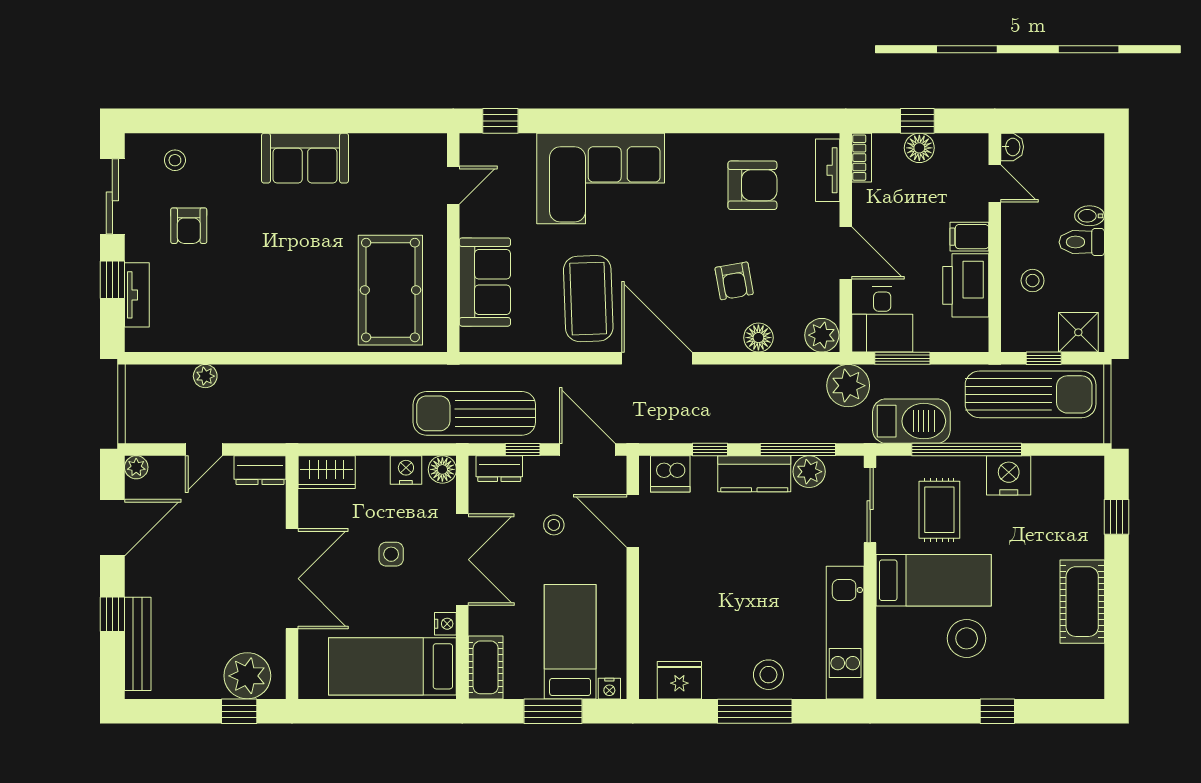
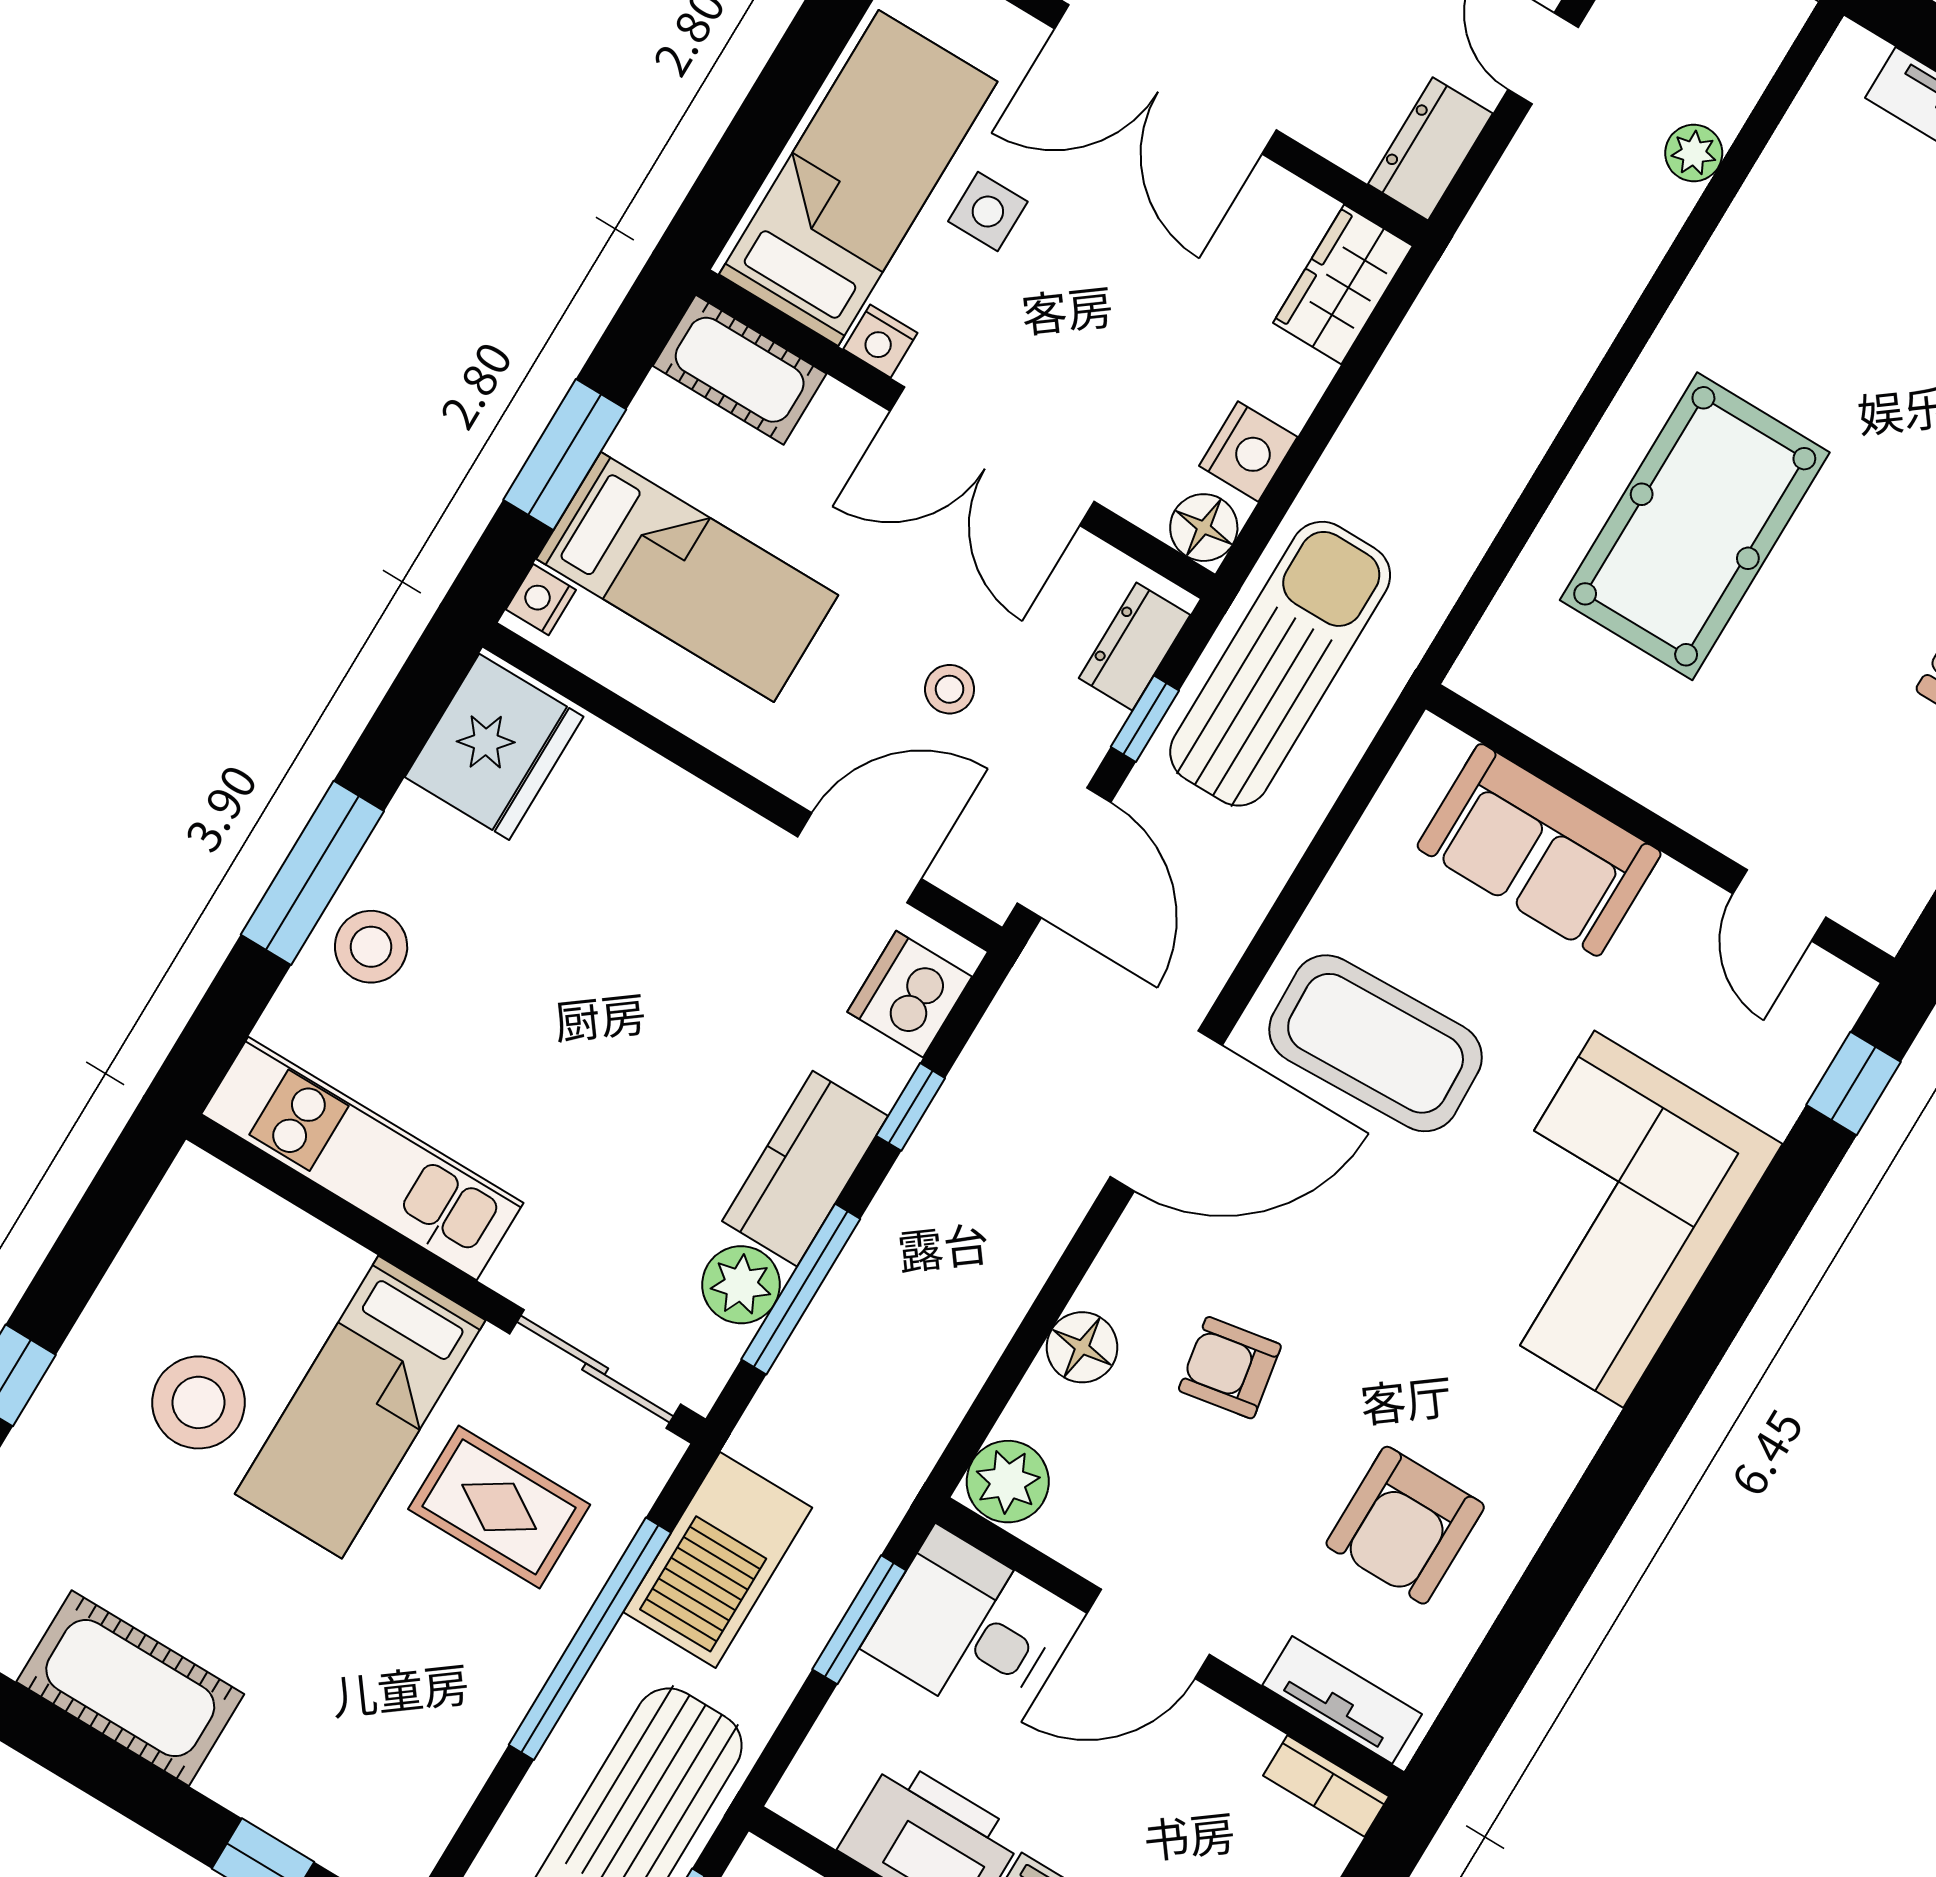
pool table: (390, 290) -> (1695, 526), moved, turned 90
plant: (848, 386) -> (870, 1473), removed
door: (587, 450) -> (1064, 853), hinge flipped
nightstand: (1009, 475) -> (484, 1694), removed
side table: (391, 554) -> (988, 212), moved
fridge: (679, 680) -> (494, 747), width x1.36, depth x1.34

